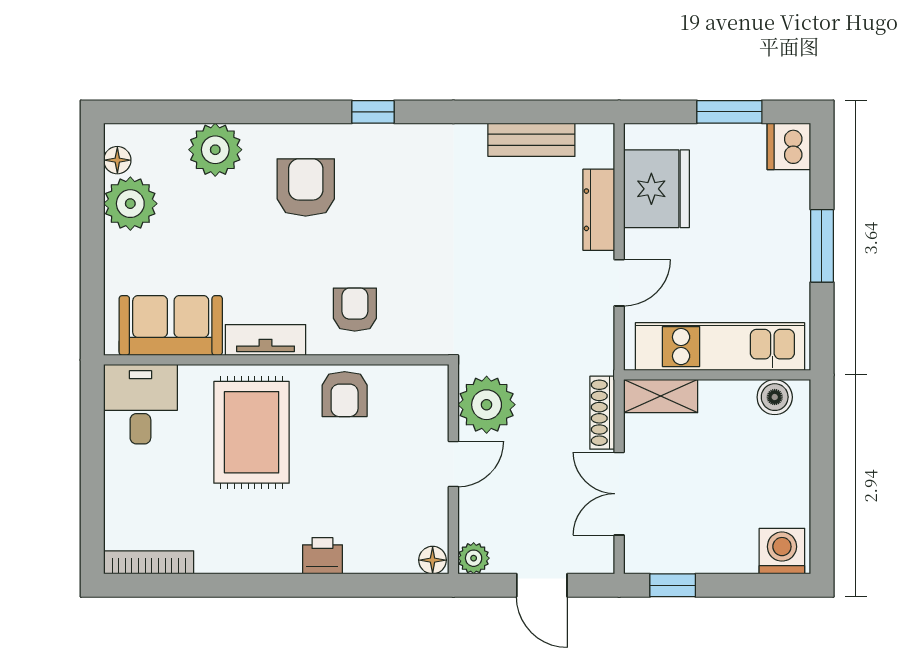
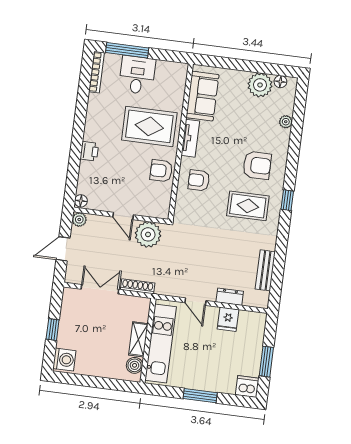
plant: (215, 150) -> (286, 122), width x0.53, depth x0.53
fridge: (657, 189) -> (228, 319), width x0.53, depth x0.75
rug: (396, 196) -> (248, 206), added
dresser: (599, 210) -> (230, 297), width x0.70
armchair: (355, 310) -> (199, 180), turned 180
shelving: (661, 396) -> (138, 339), moved
desk: (140, 404) -> (137, 75), moved, turned -90
window: (92, 502) -> (127, 50), added
window: (673, 585) -> (53, 330), moved

